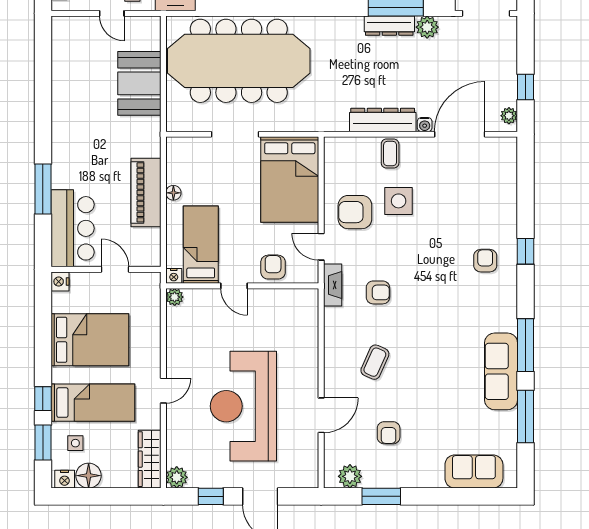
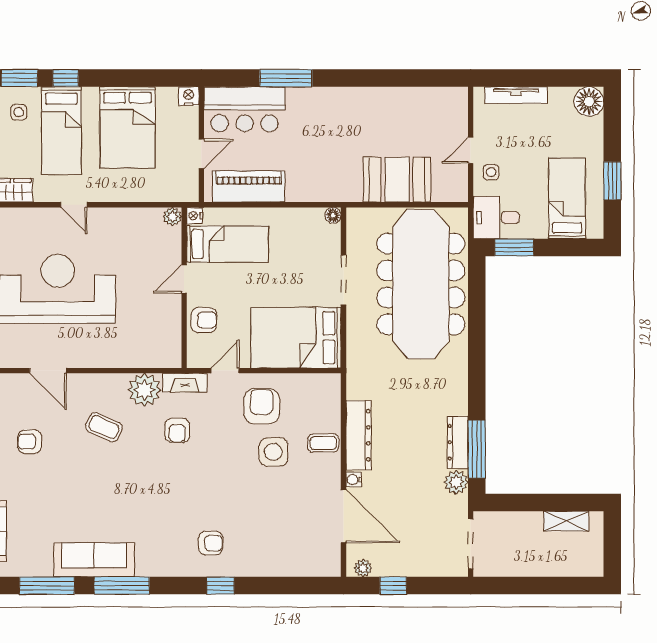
piano: (146, 192) -> (249, 187), moved
floor lamp: (173, 193) -> (333, 215), moved
plant: (339, 324) -> (144, 390), added

